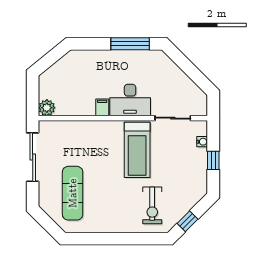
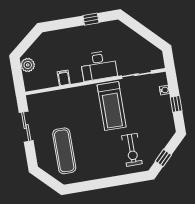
window: (130, 44) -> (91, 19), width x0.46
filing cabinet: (102, 107) -> (64, 78), moved
plant: (47, 108) -> (28, 65), moved
sliding door: (33, 157) -> (26, 127), width x0.73

